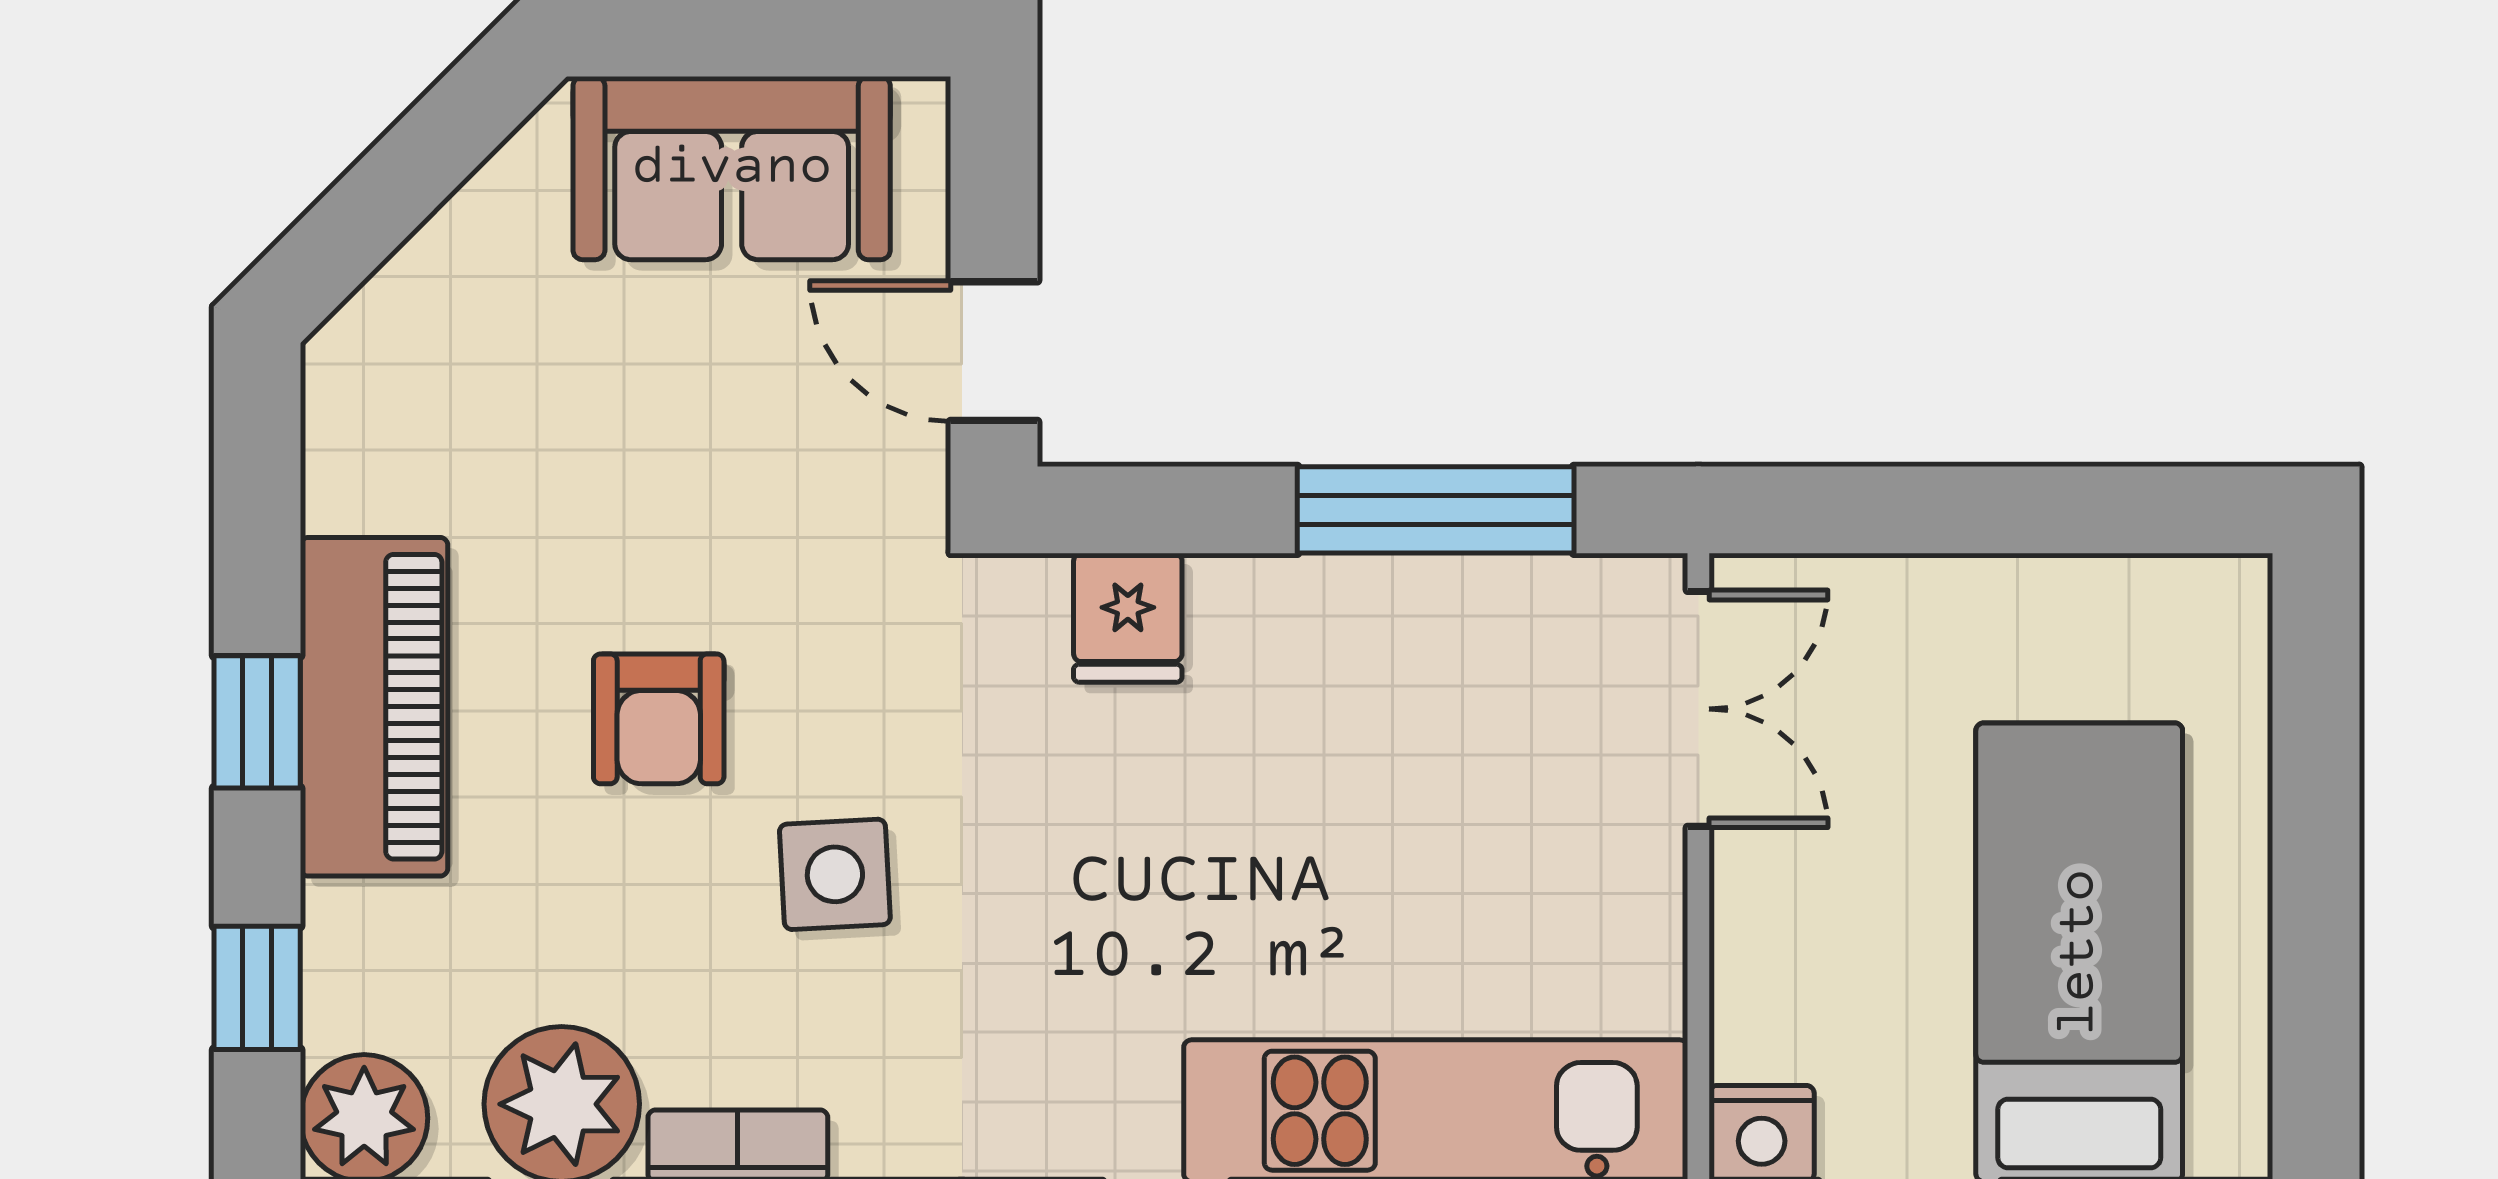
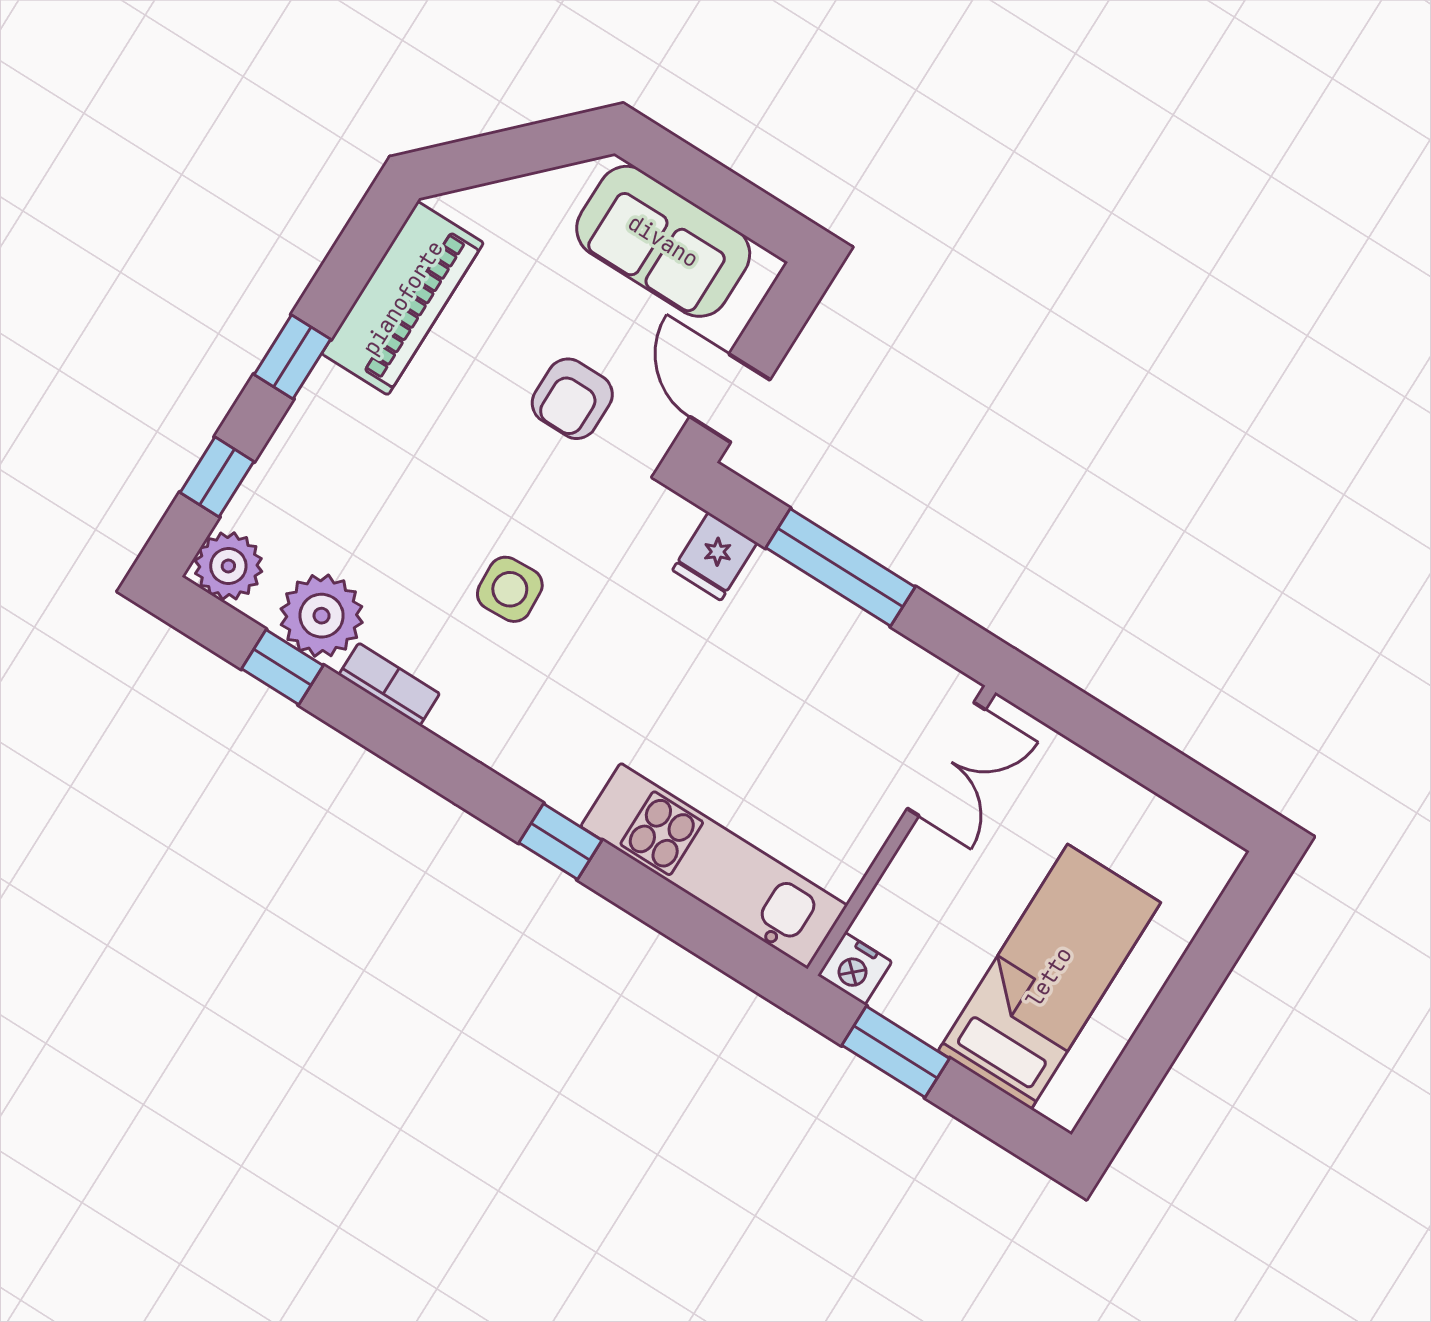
window: (1436, 510) -> (840, 567), moved
piano: (374, 707) -> (403, 298), moved
armchair: (659, 719) -> (572, 399), moved

